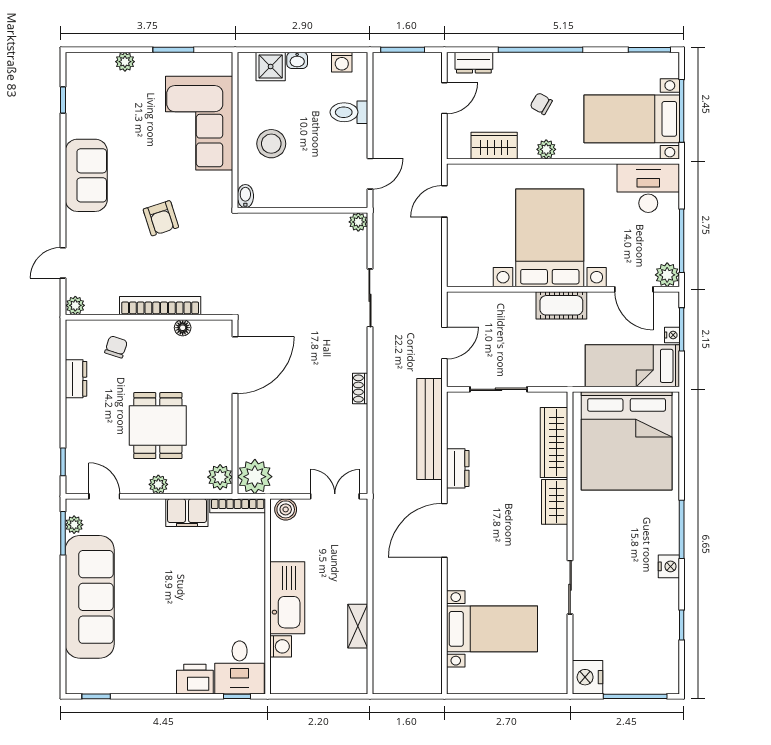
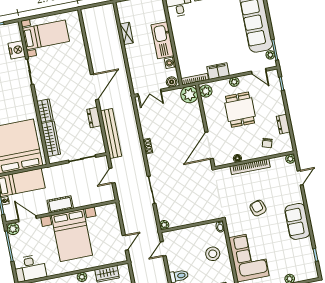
bed with nightstands: (492, 629) -> (46, 35), moved, turned 180
washing machine: (281, 646) -> (170, 63), moved
nightstand: (587, 677) -> (17, 50), moved

